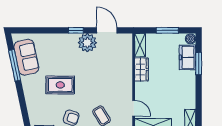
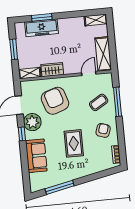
boiler: (190, 39) -> (20, 27), removed
sofa: (26, 57) -> (36, 156), moved, turned 102
freezer: (187, 57) -> (42, 28), width x1.40
armchair: (108, 69) -> (55, 101), added

